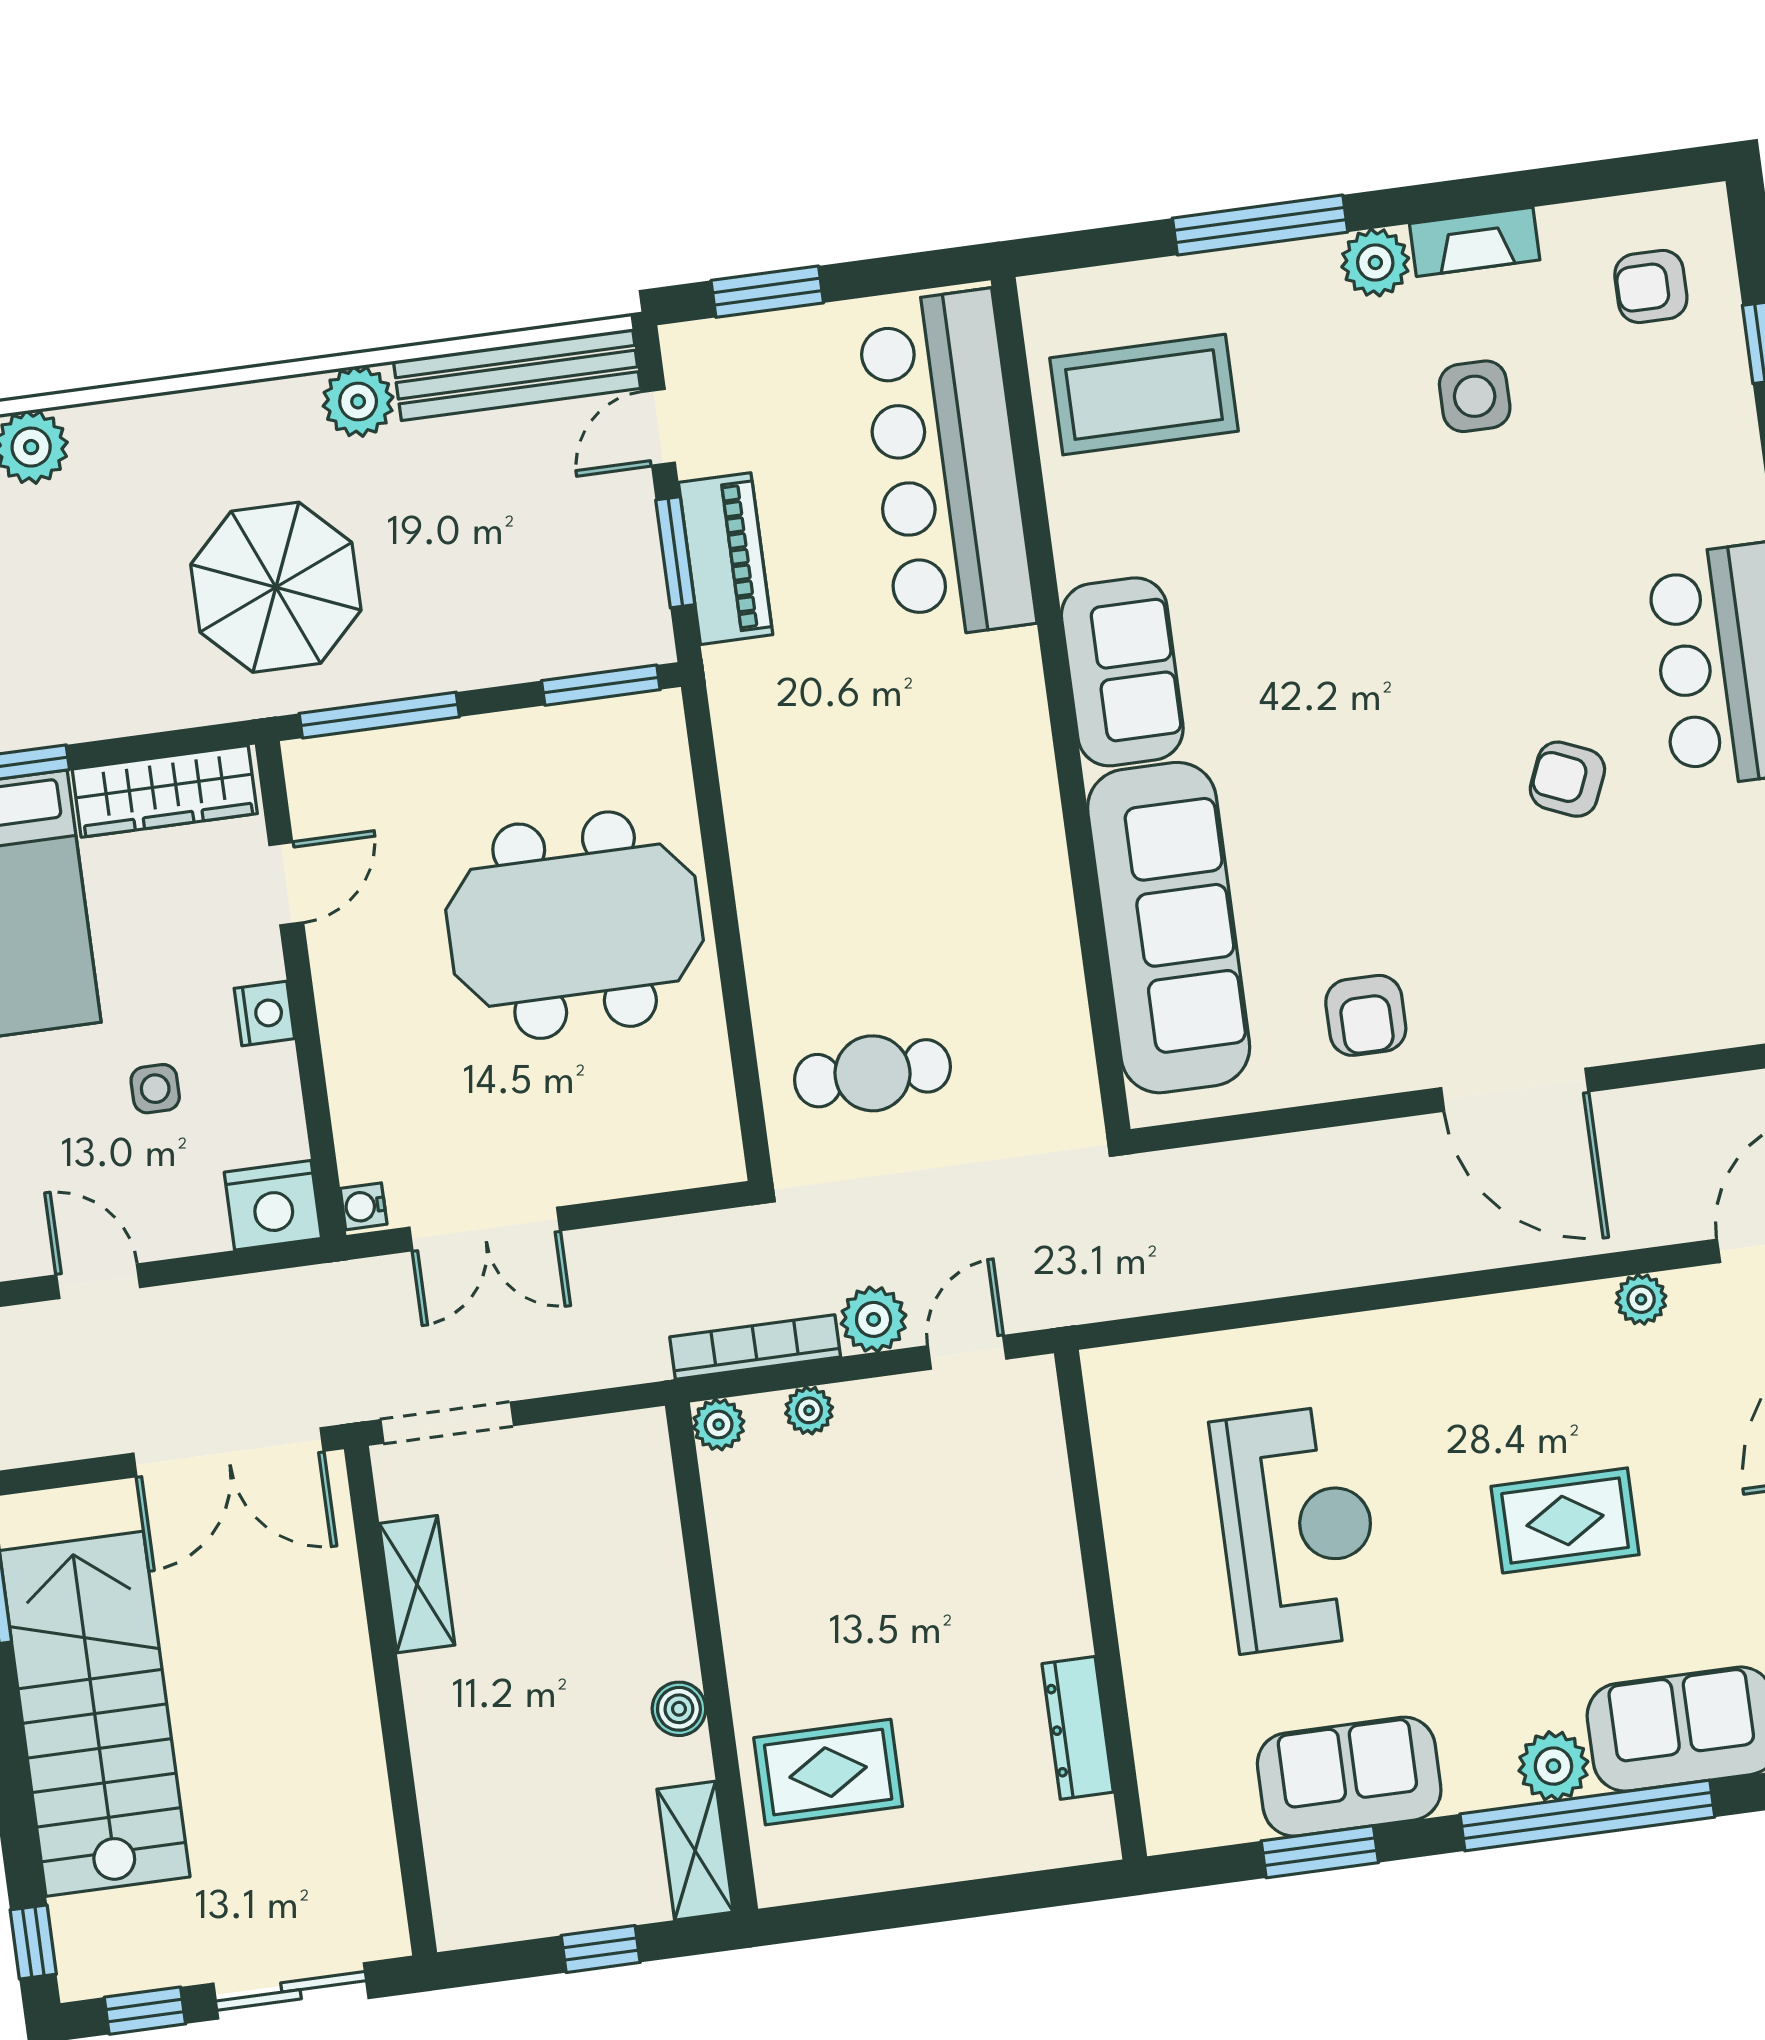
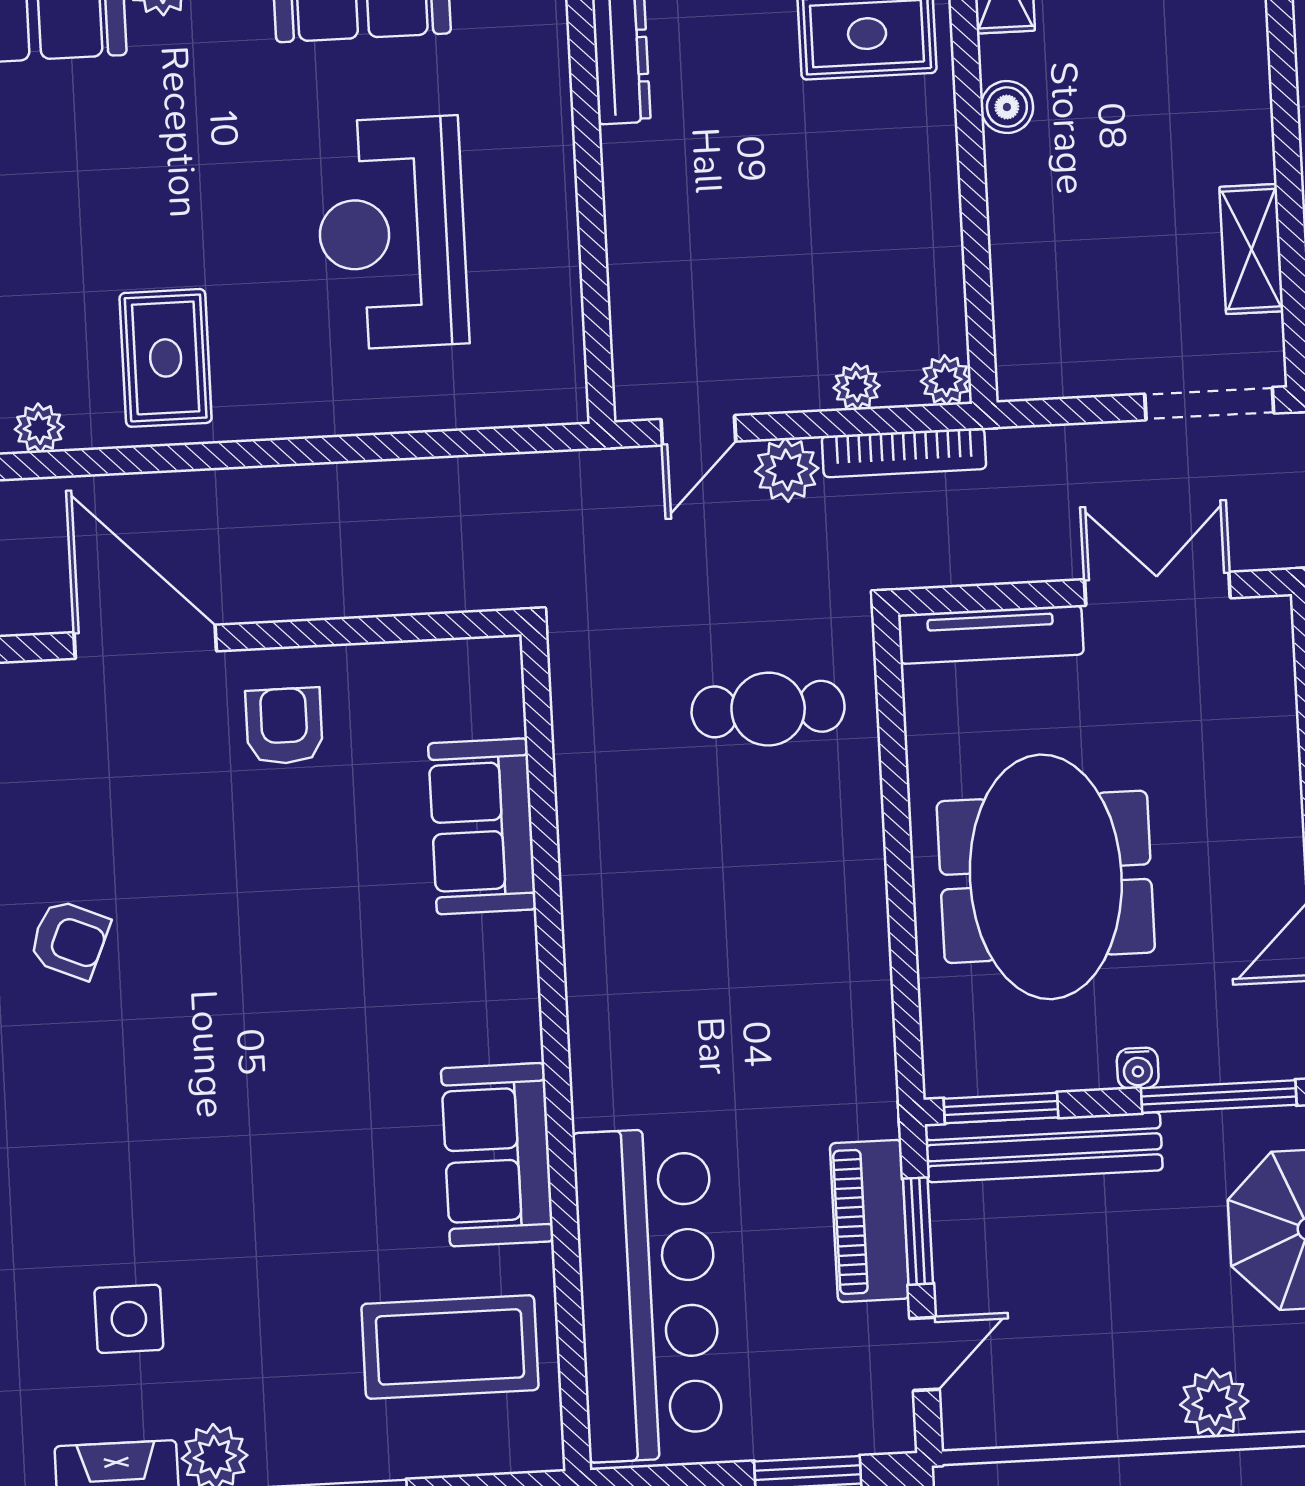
bench: (517, 375) -> (1044, 1147), moved
sofa: (1122, 672) -> (497, 1155), moved
meeting table: (575, 925) -> (1046, 877), turned 90
sofa: (1169, 928) -> (482, 826), width x0.54, depth x0.79
tv unit: (651, 1168) -> (991, 635), added
water cooler: (364, 1206) -> (1138, 1068), moved, turned 90
rug: (1565, 1520) -> (166, 358), moved, turned 90

